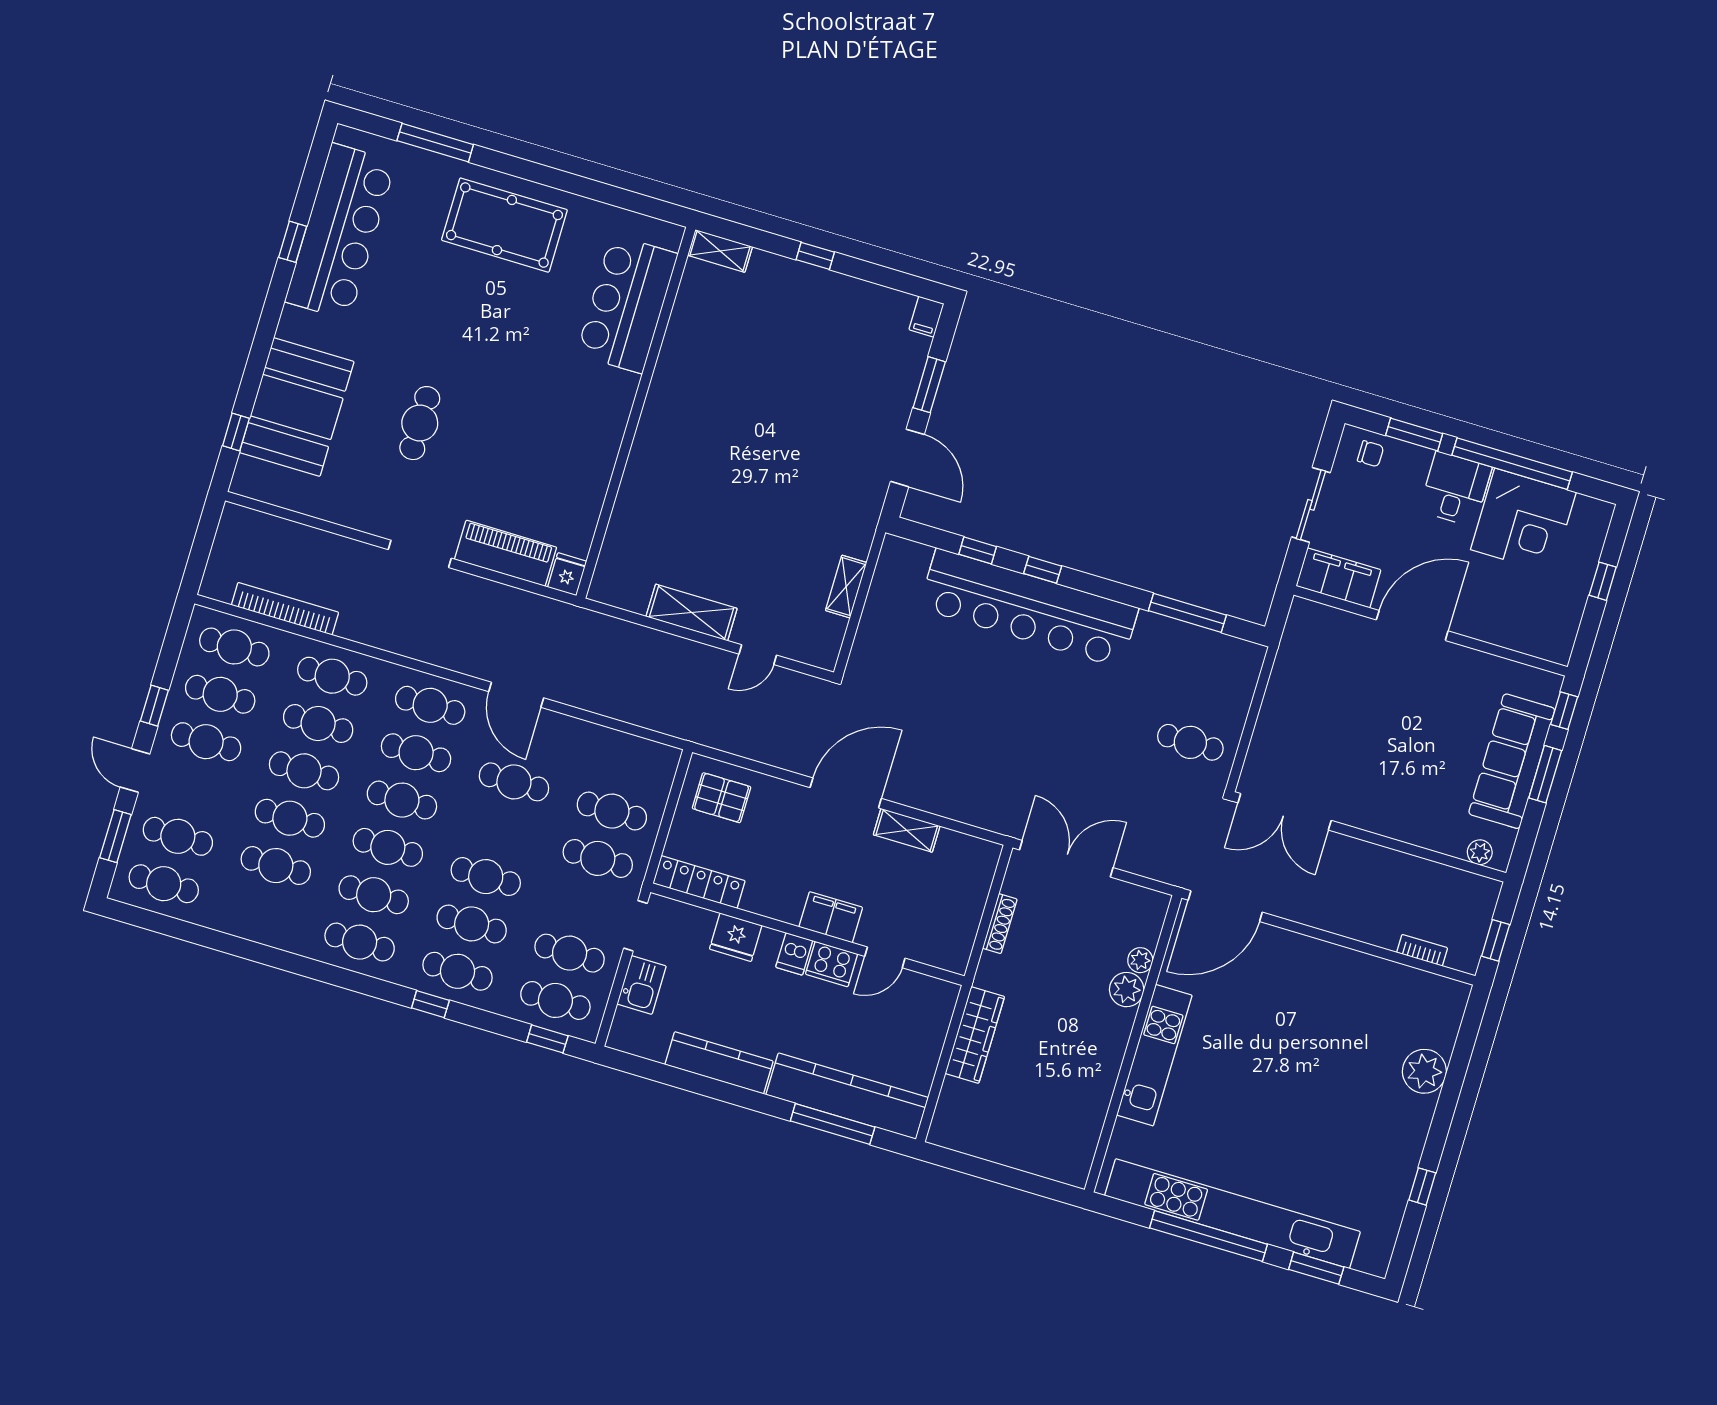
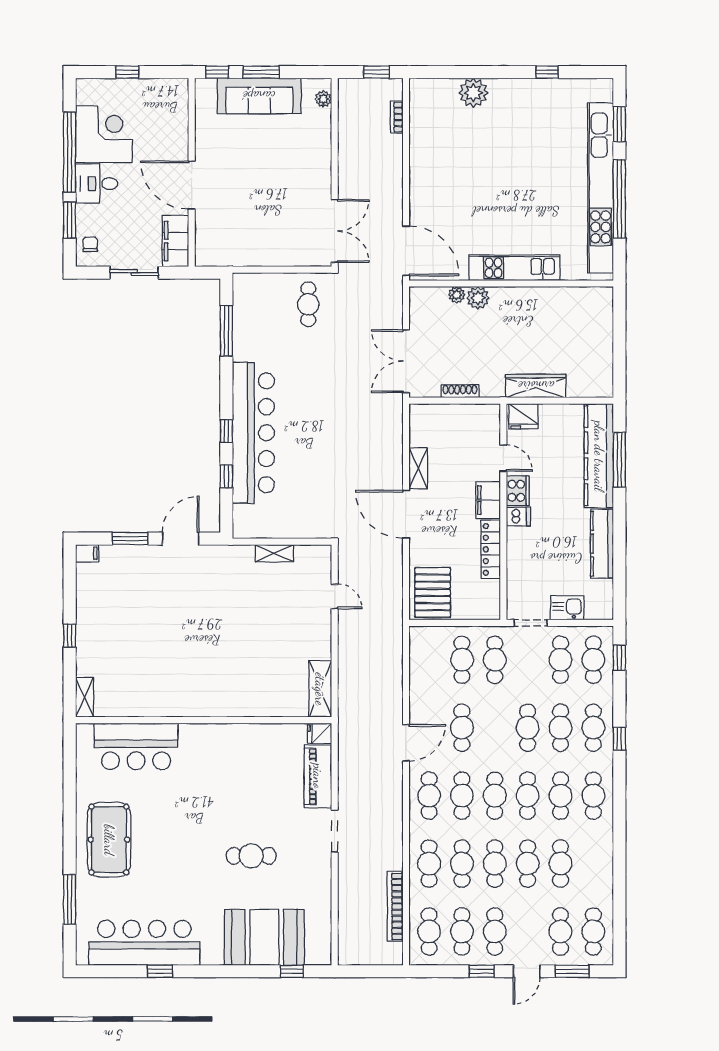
shelving: (692, 612) -> (320, 689), moved
pallet: (722, 798) -> (433, 592), width x1.50, depth x1.42
locker: (699, 882) -> (491, 549), moved
fridge: (736, 937) -> (523, 416), moved, turned 90

